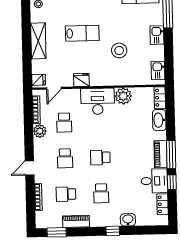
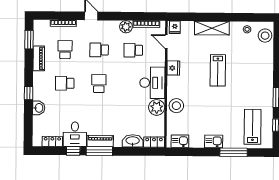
stool: (119, 50) -> (176, 106), moved

